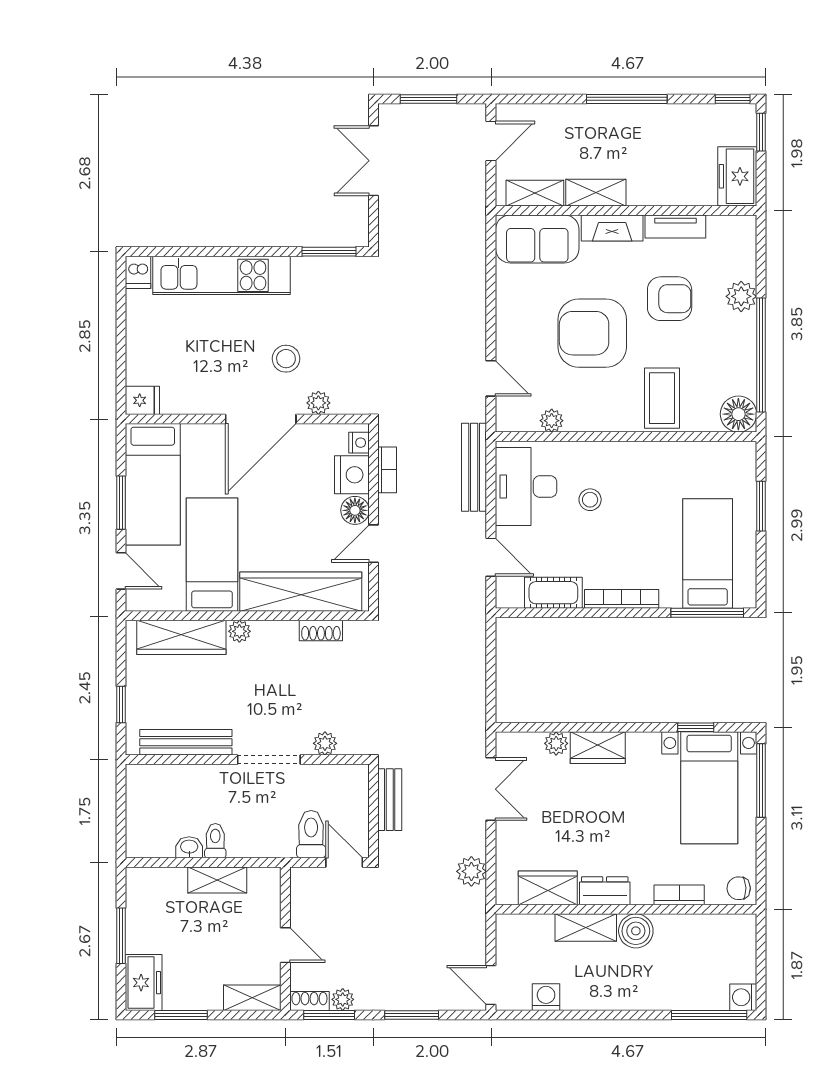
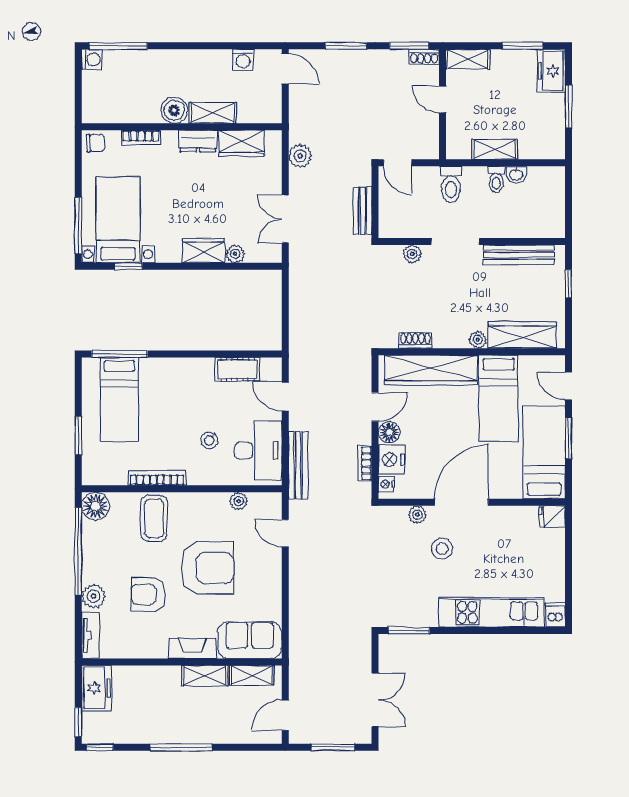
tv unit: (675, 226) -> (91, 635), moved, turned 90
bookcase: (622, 599) -> (157, 478), moved, turned 180
toilet: (311, 834) -> (451, 184), moved
plant: (343, 999) -> (399, 58), removed

